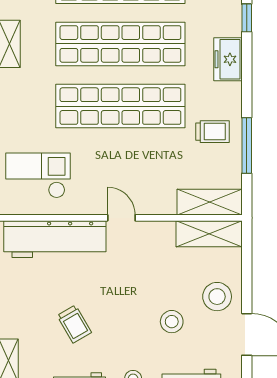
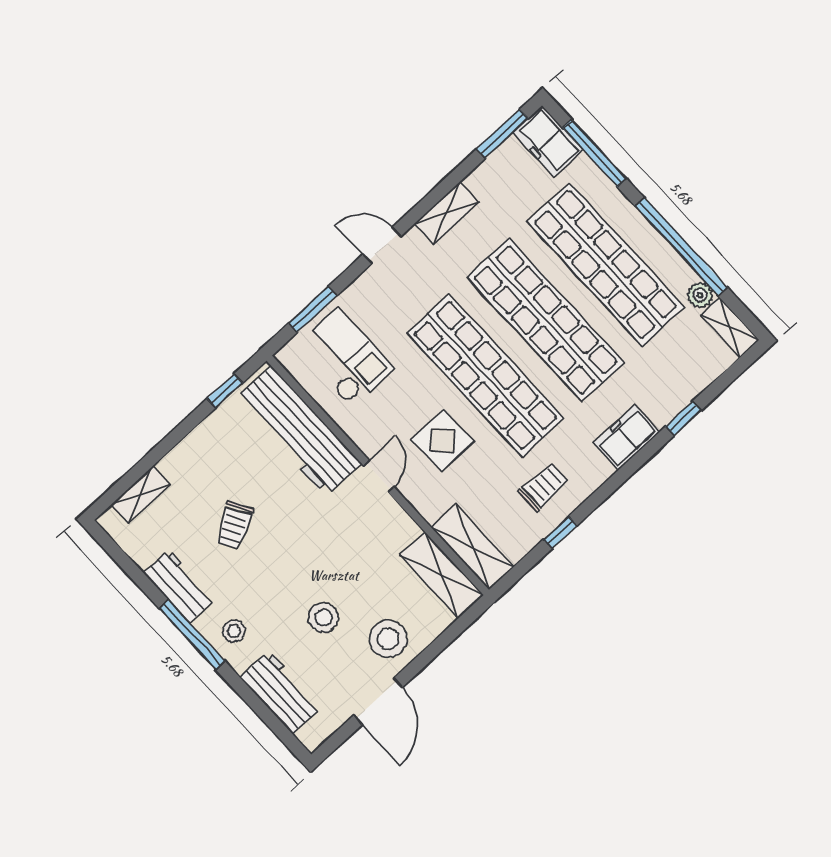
trolley: (212, 132) -> (543, 487), turned -90
window: (247, 145) -> (560, 532), width x0.46
display table: (134, 164) -> (443, 440), added

